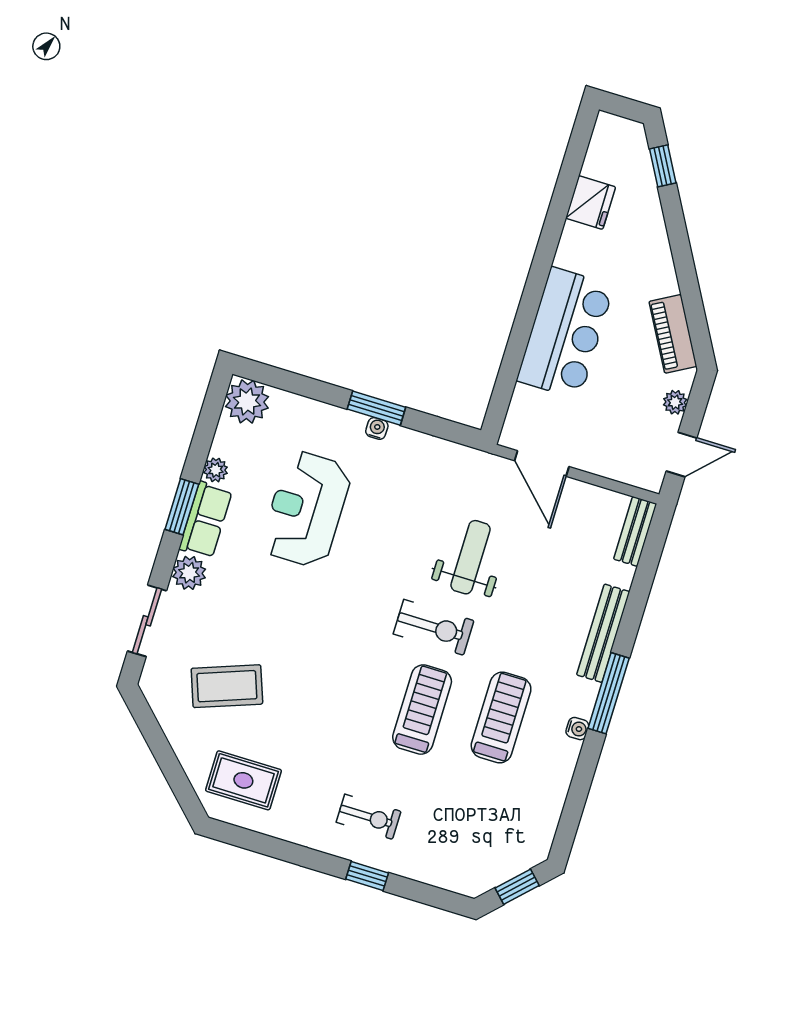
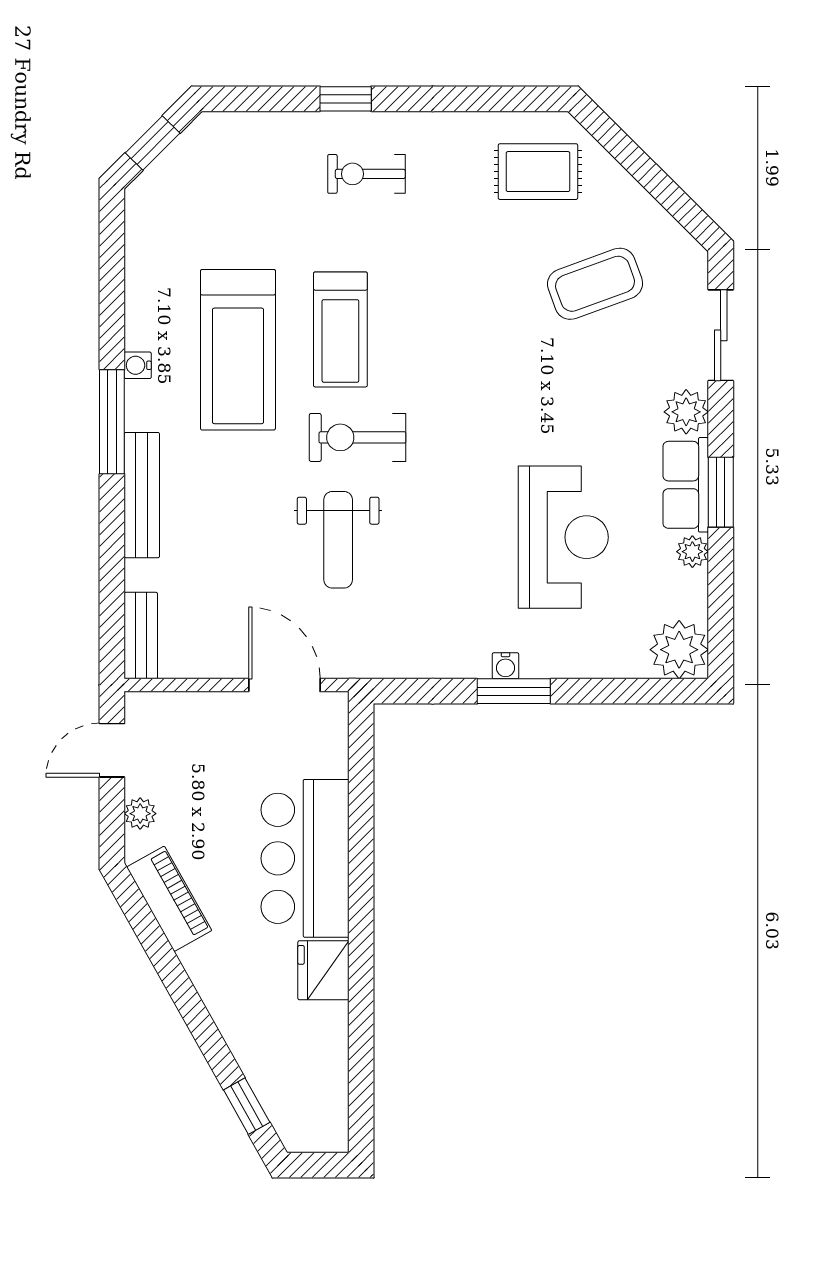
fridge: (591, 203) -> (323, 970), moved
treadmill: (501, 718) -> (238, 350), width x1.37, depth x1.38

